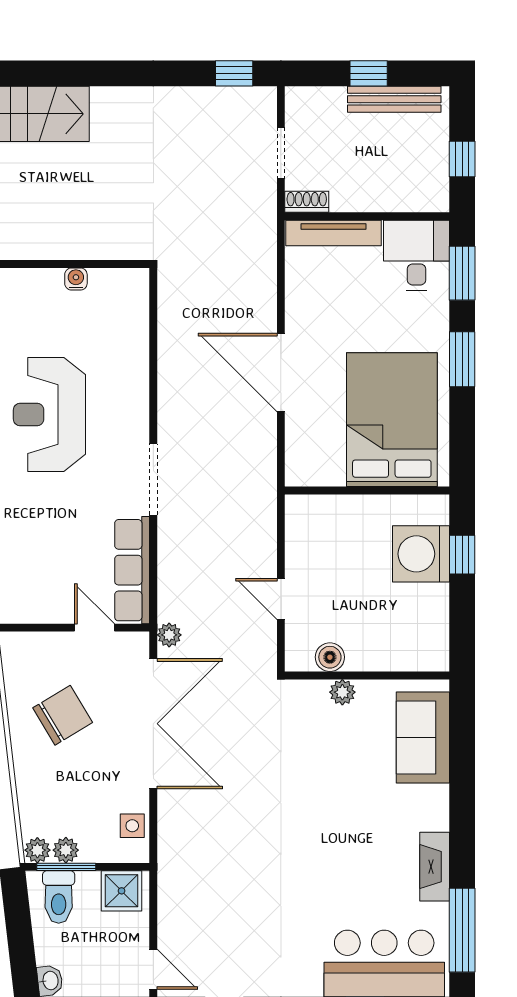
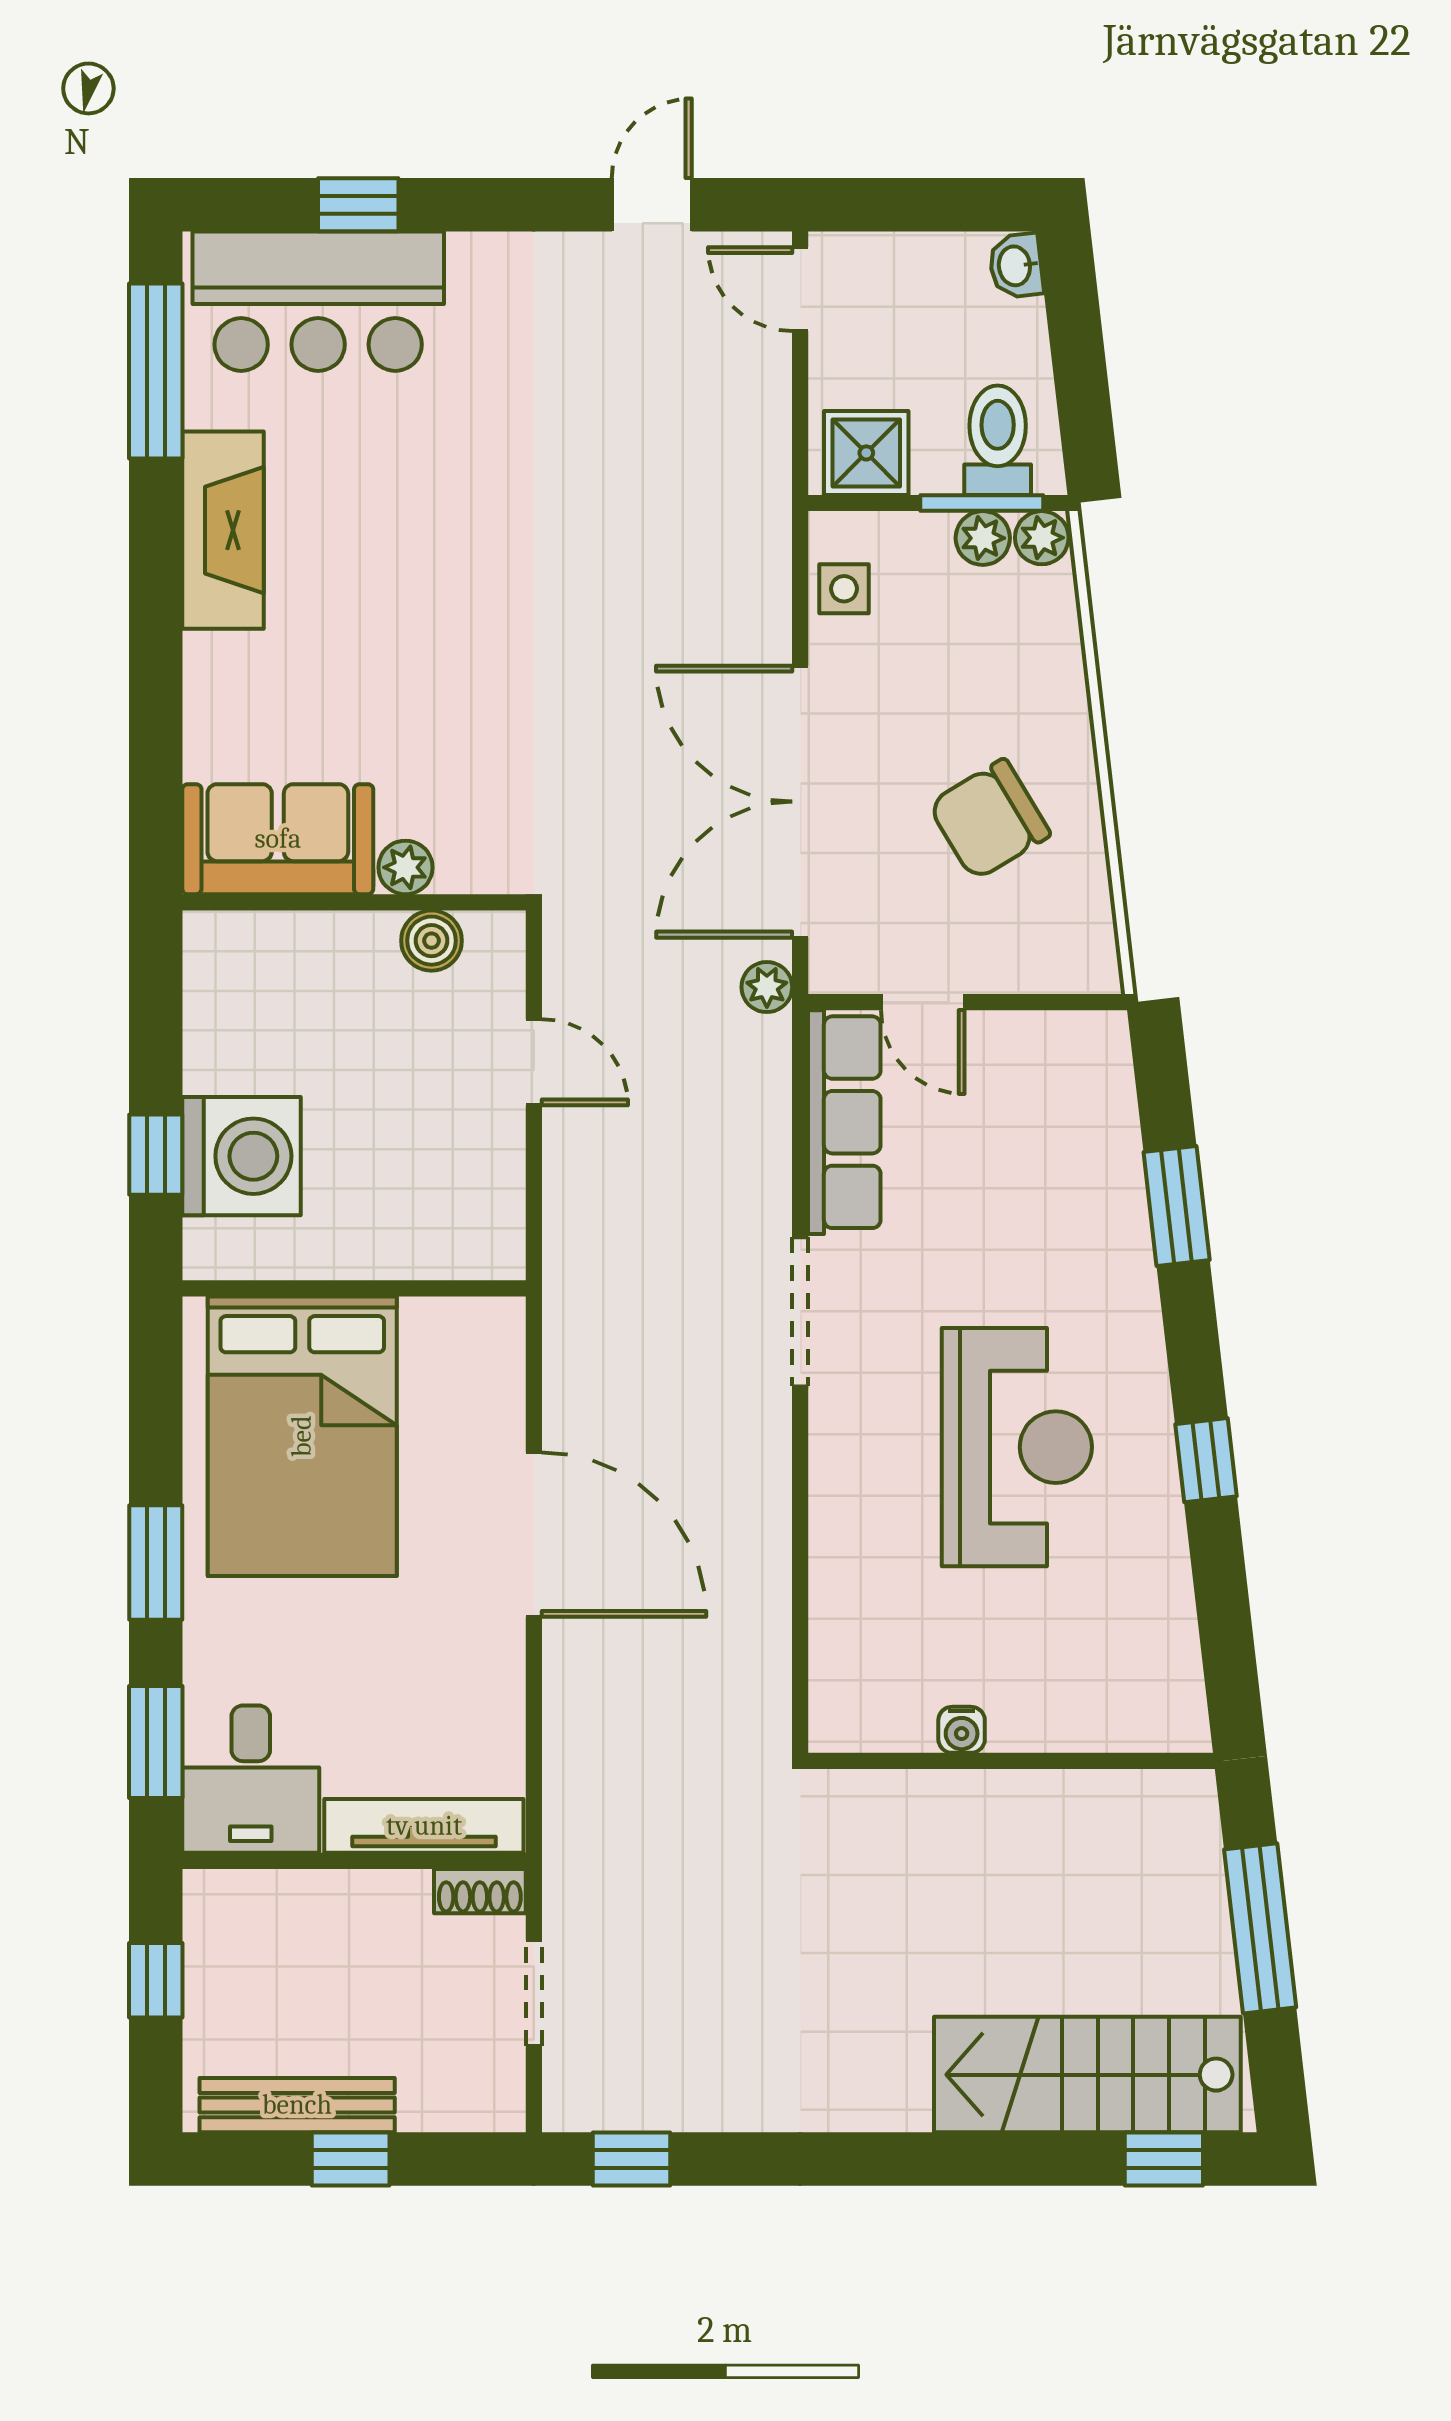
sofa: (423, 737) -> (278, 839), moved, turned -90
fireplace: (435, 867) -> (223, 530), width x1.37, depth x1.32

